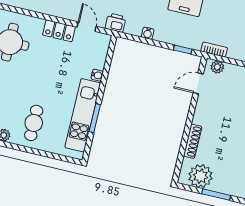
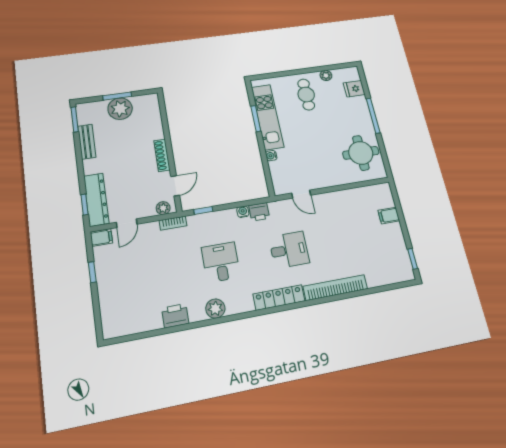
printer: (116, 23) -> (259, 212), moved
locker: (59, 31) -> (324, 180), removed
shoe rack: (193, 141) -> (162, 155), moved
plant: (200, 176) -> (120, 109), moved

